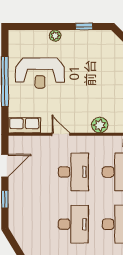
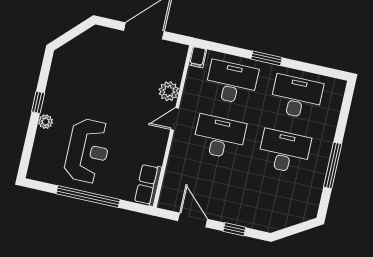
window: (84, 27) -> (38, 102), moved
door: (61, 134) -> (175, 119), moved

